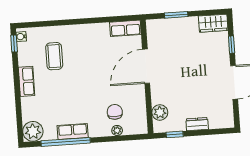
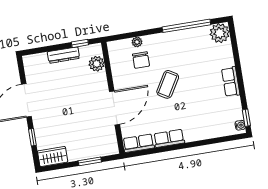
coffee table: (54, 56) -> (168, 84), moved, turned 31
dresser: (197, 124) -> (63, 55), width x1.44
row of seats: (73, 132) -> (169, 138), moved, turned 180

